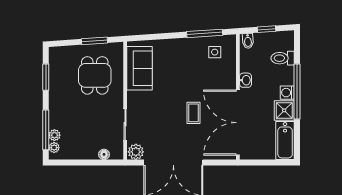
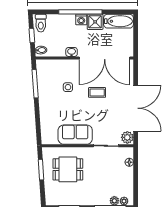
side table: (215, 52) -> (68, 87), moved
toilet: (283, 58) -> (41, 23), moved
sofa: (139, 68) -> (75, 135), moved

